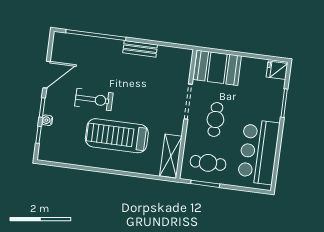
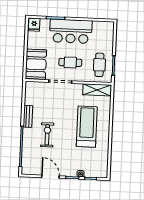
exercise bike: (94, 99) -> (47, 135), moved
treadmill: (117, 136) -> (87, 127), turned 180
bar counter: (259, 152) -> (71, 31), moved

